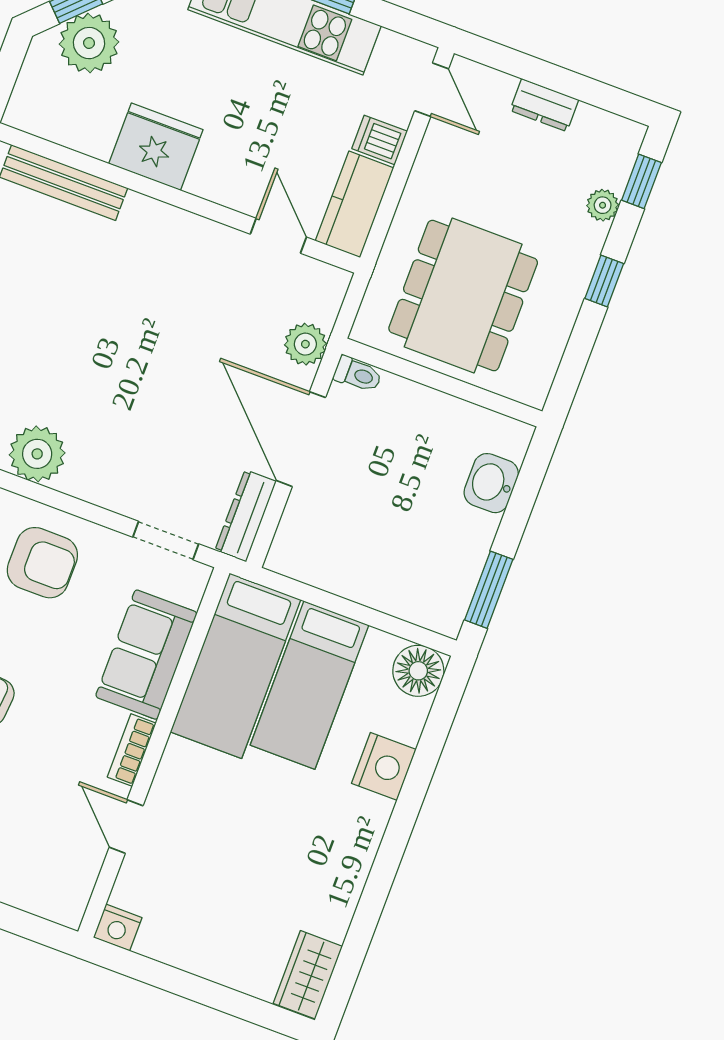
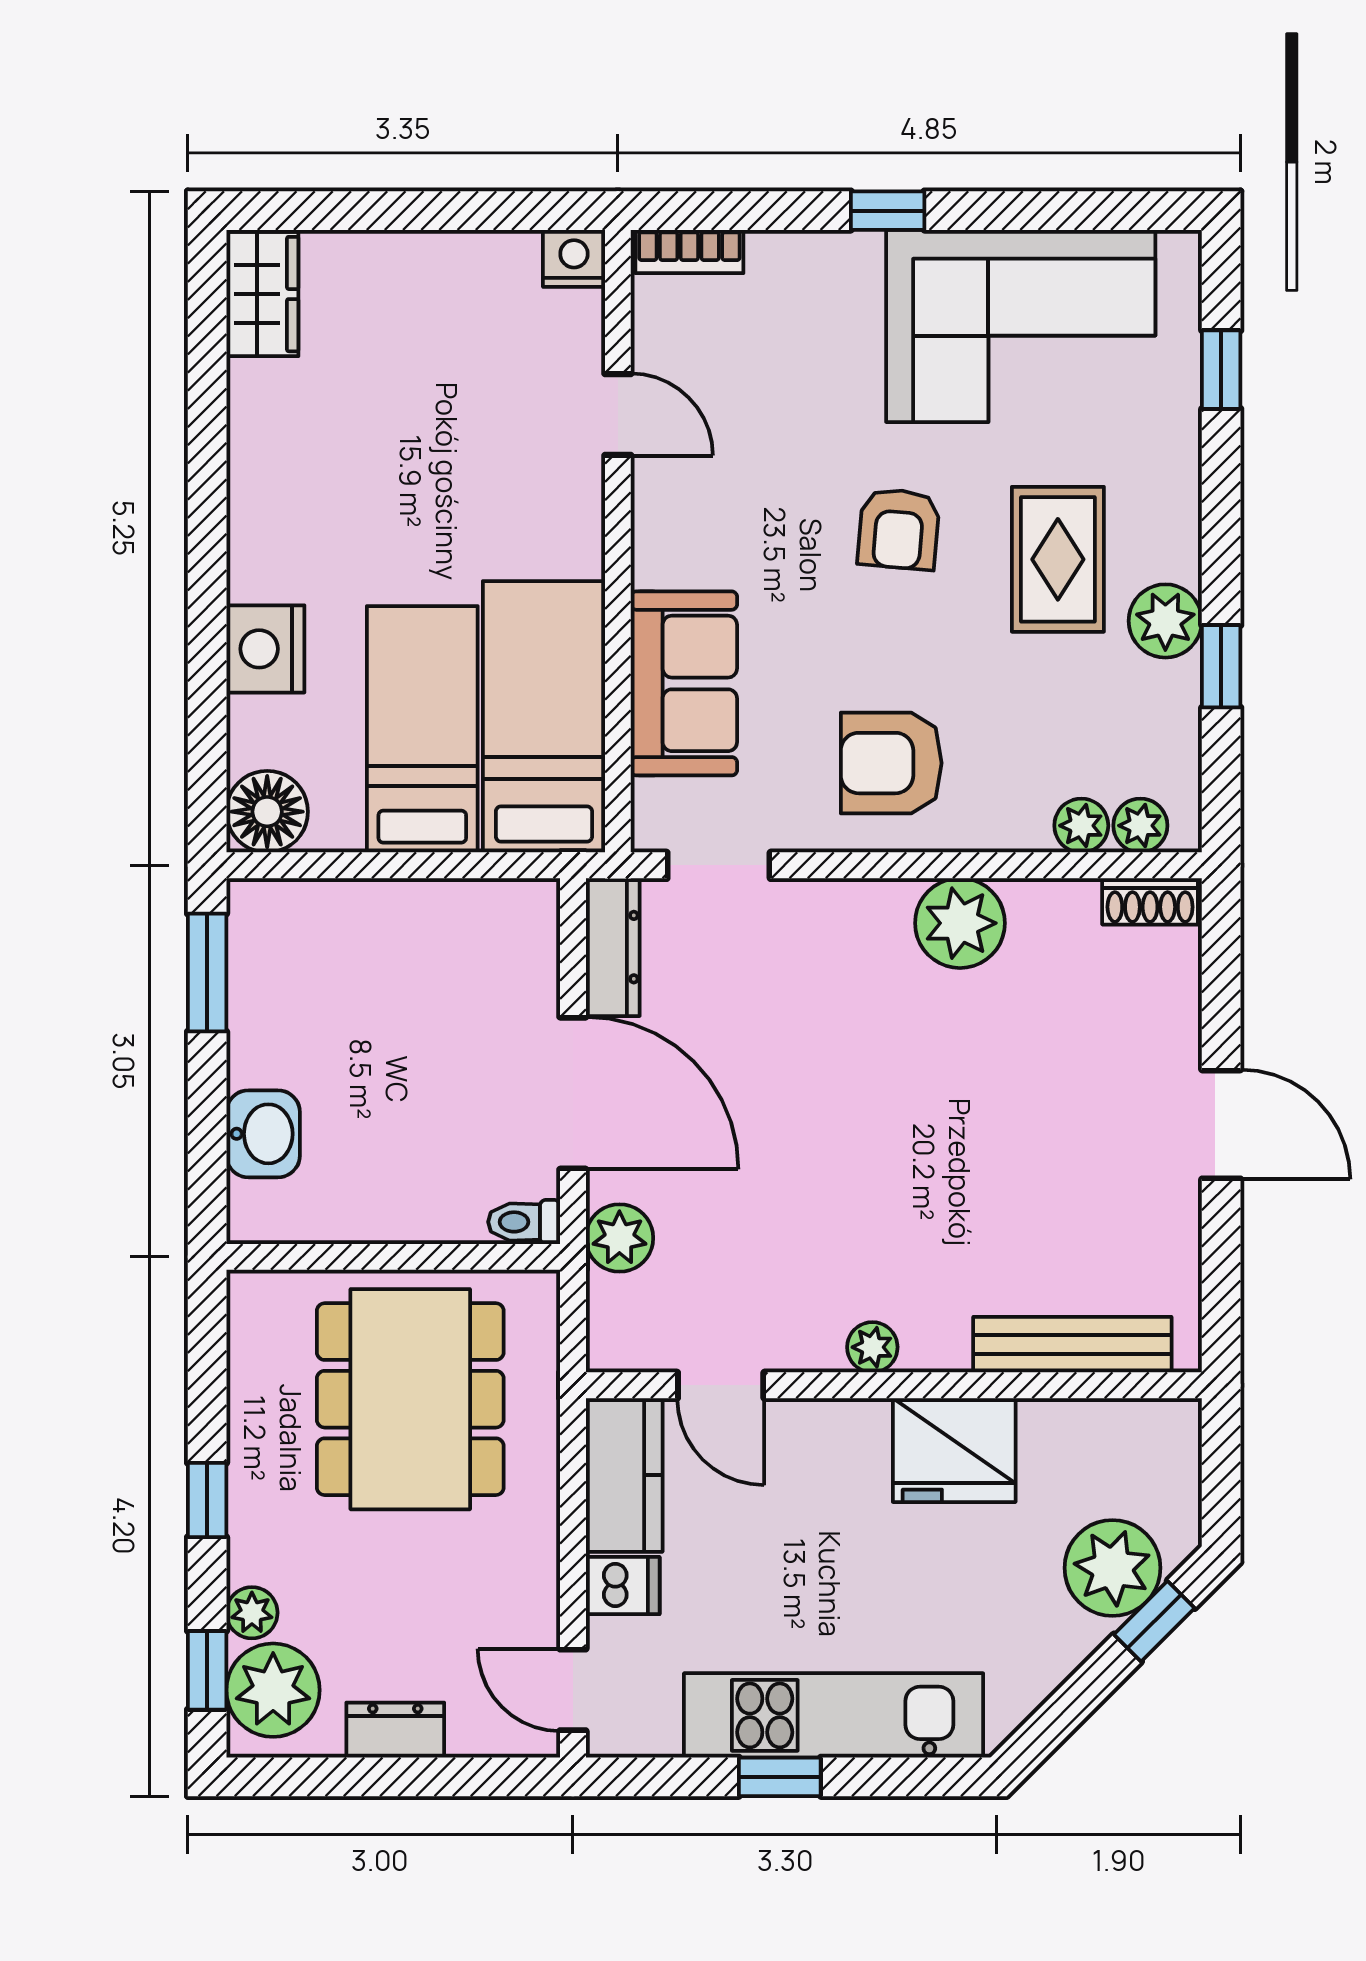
plant: (607, 155) -> (273, 1690), added
plant: (181, 225) -> (872, 1347), added
bookcase: (132, 750) -> (689, 251), moved, turned 90

